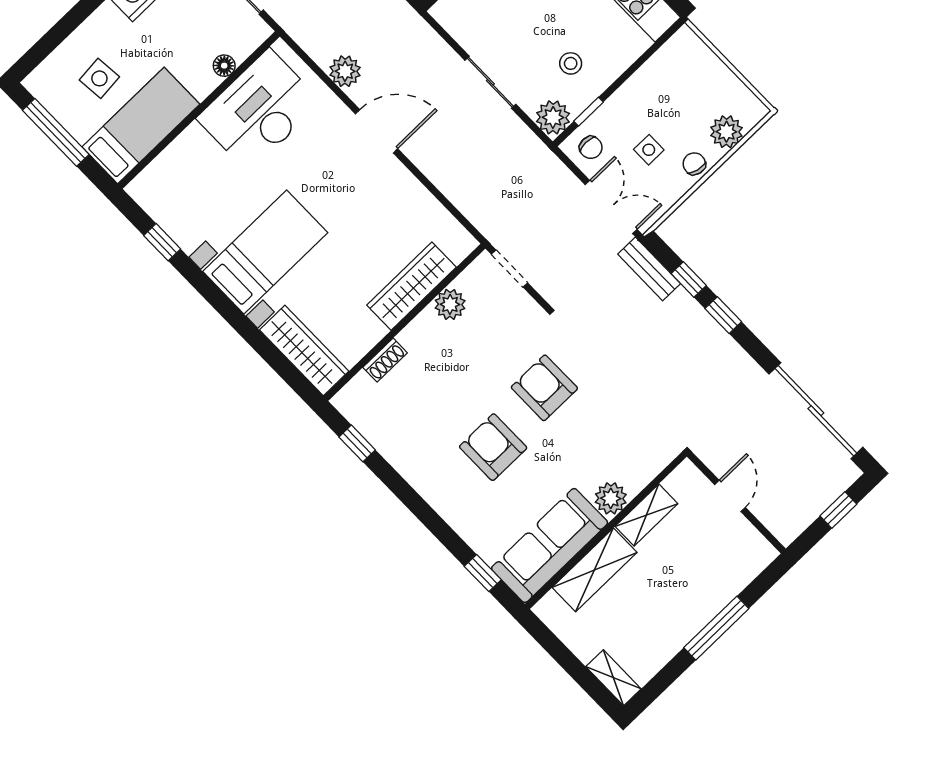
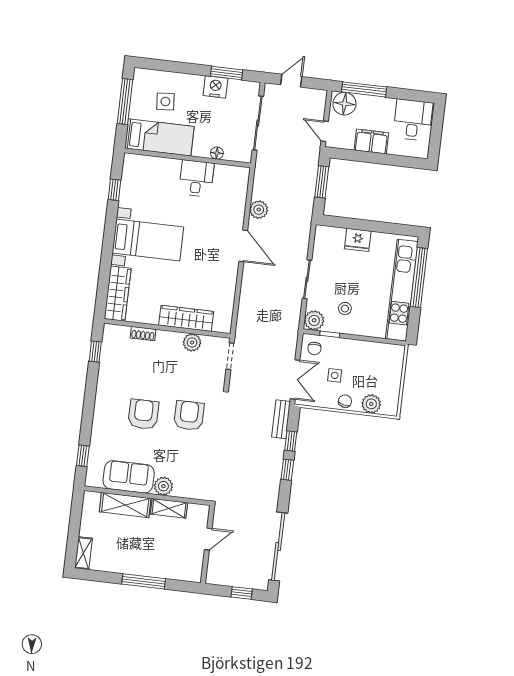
desk: (259, 110) -> (196, 178), width x0.53, depth x0.77
sofa: (550, 546) -> (129, 477), width x0.73

